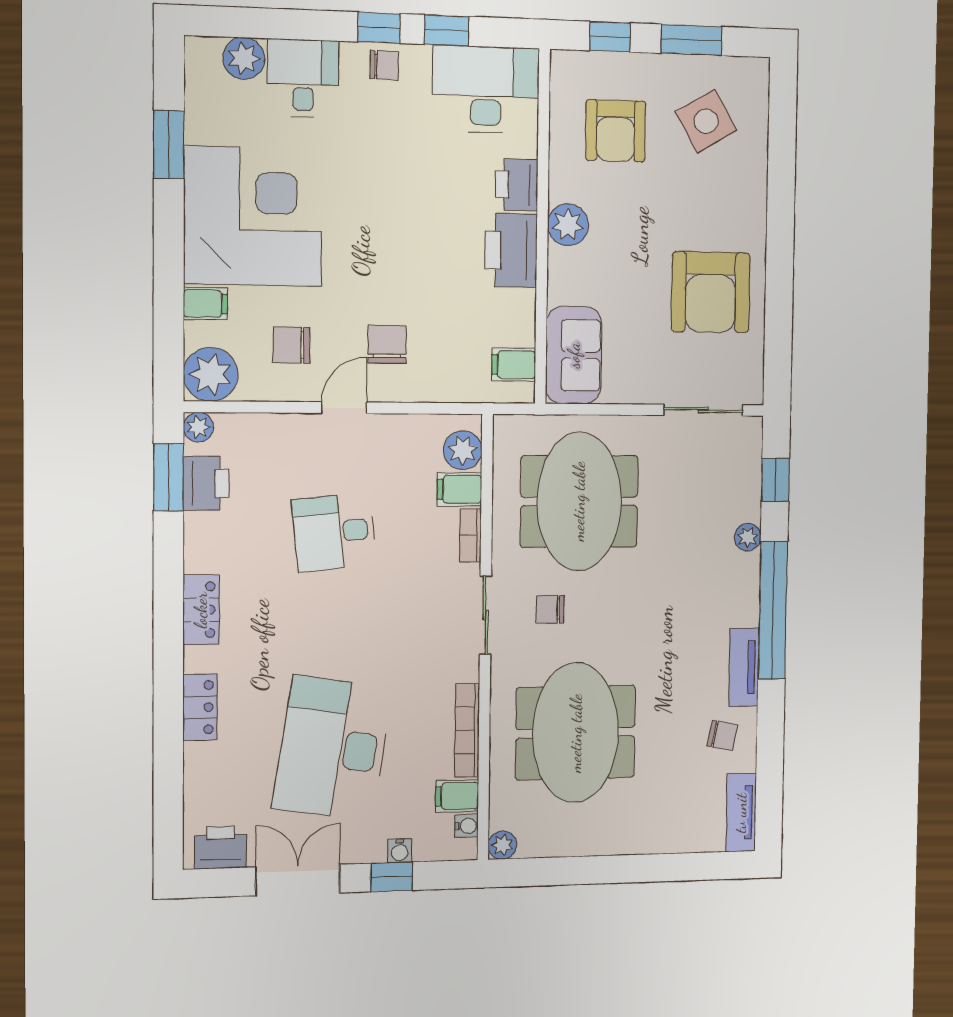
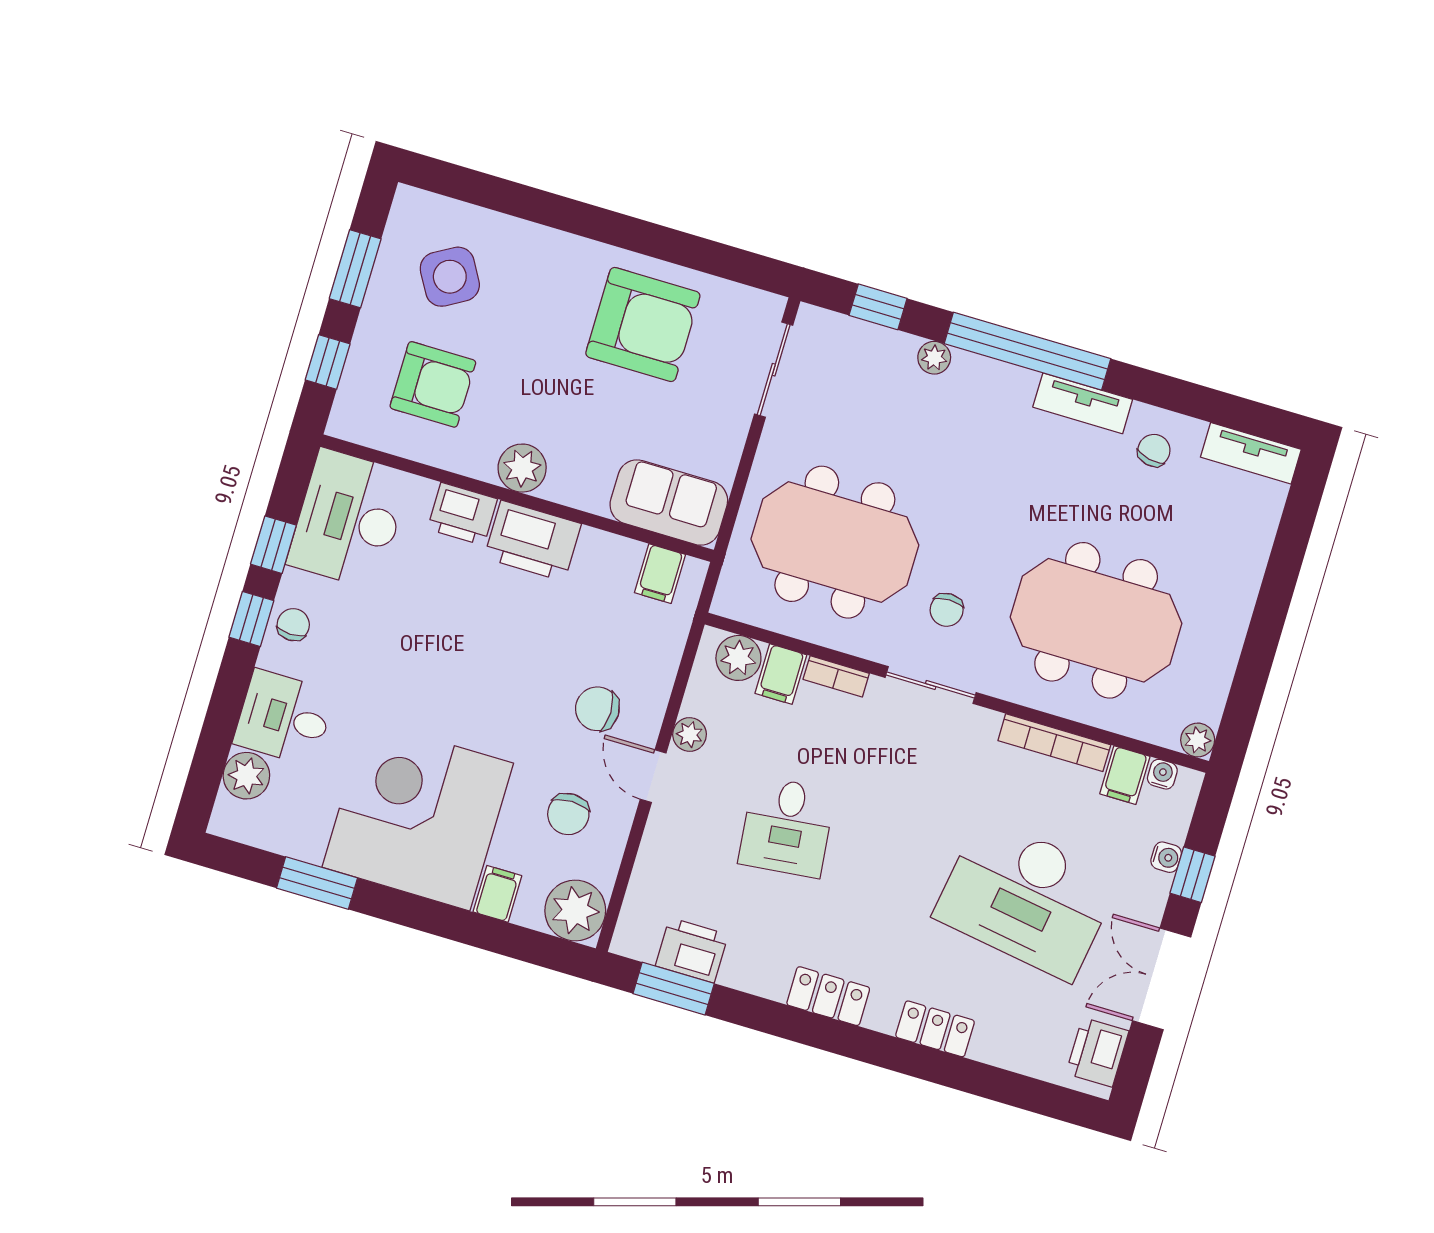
plant: (198, 427) -> (690, 734), moved

